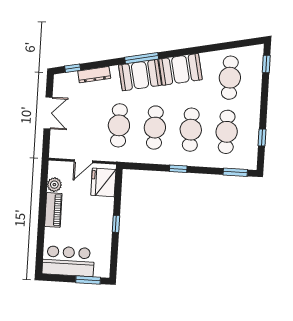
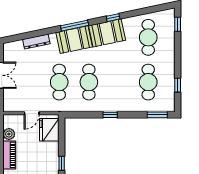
window: (73, 68) -> (113, 18), moved
cafe table: (191, 130) -> (119, 82), removed

